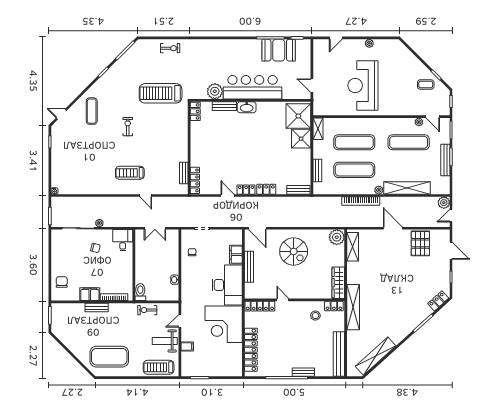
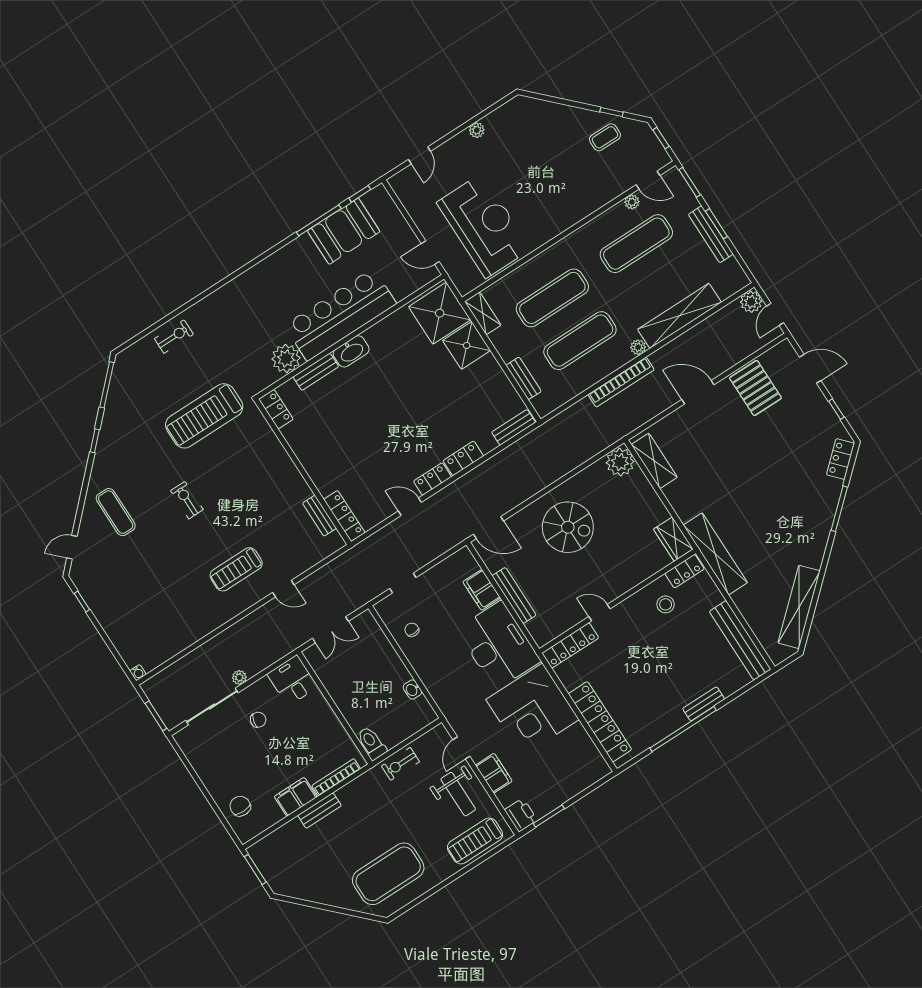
reception desk: (363, 85) -> (484, 226), moved, turned 180
wardrobe: (338, 283) -> (673, 539), width x0.67
weight bench: (165, 341) -> (458, 794), turned -90
filing cabinet: (187, 347) -> (494, 773), width x2.00
printer: (187, 369) -> (521, 815), added

